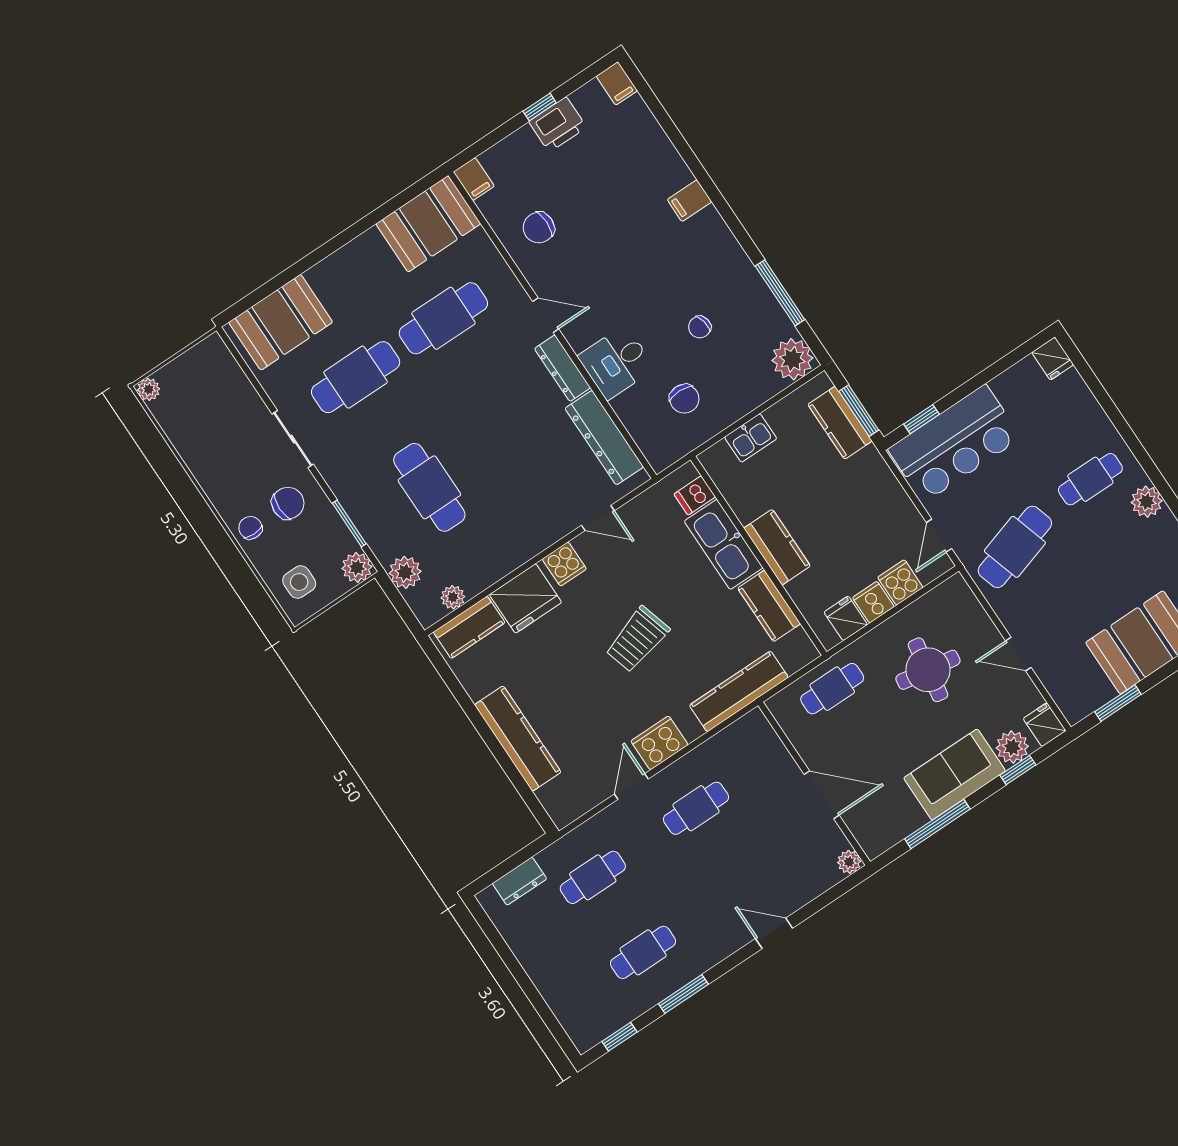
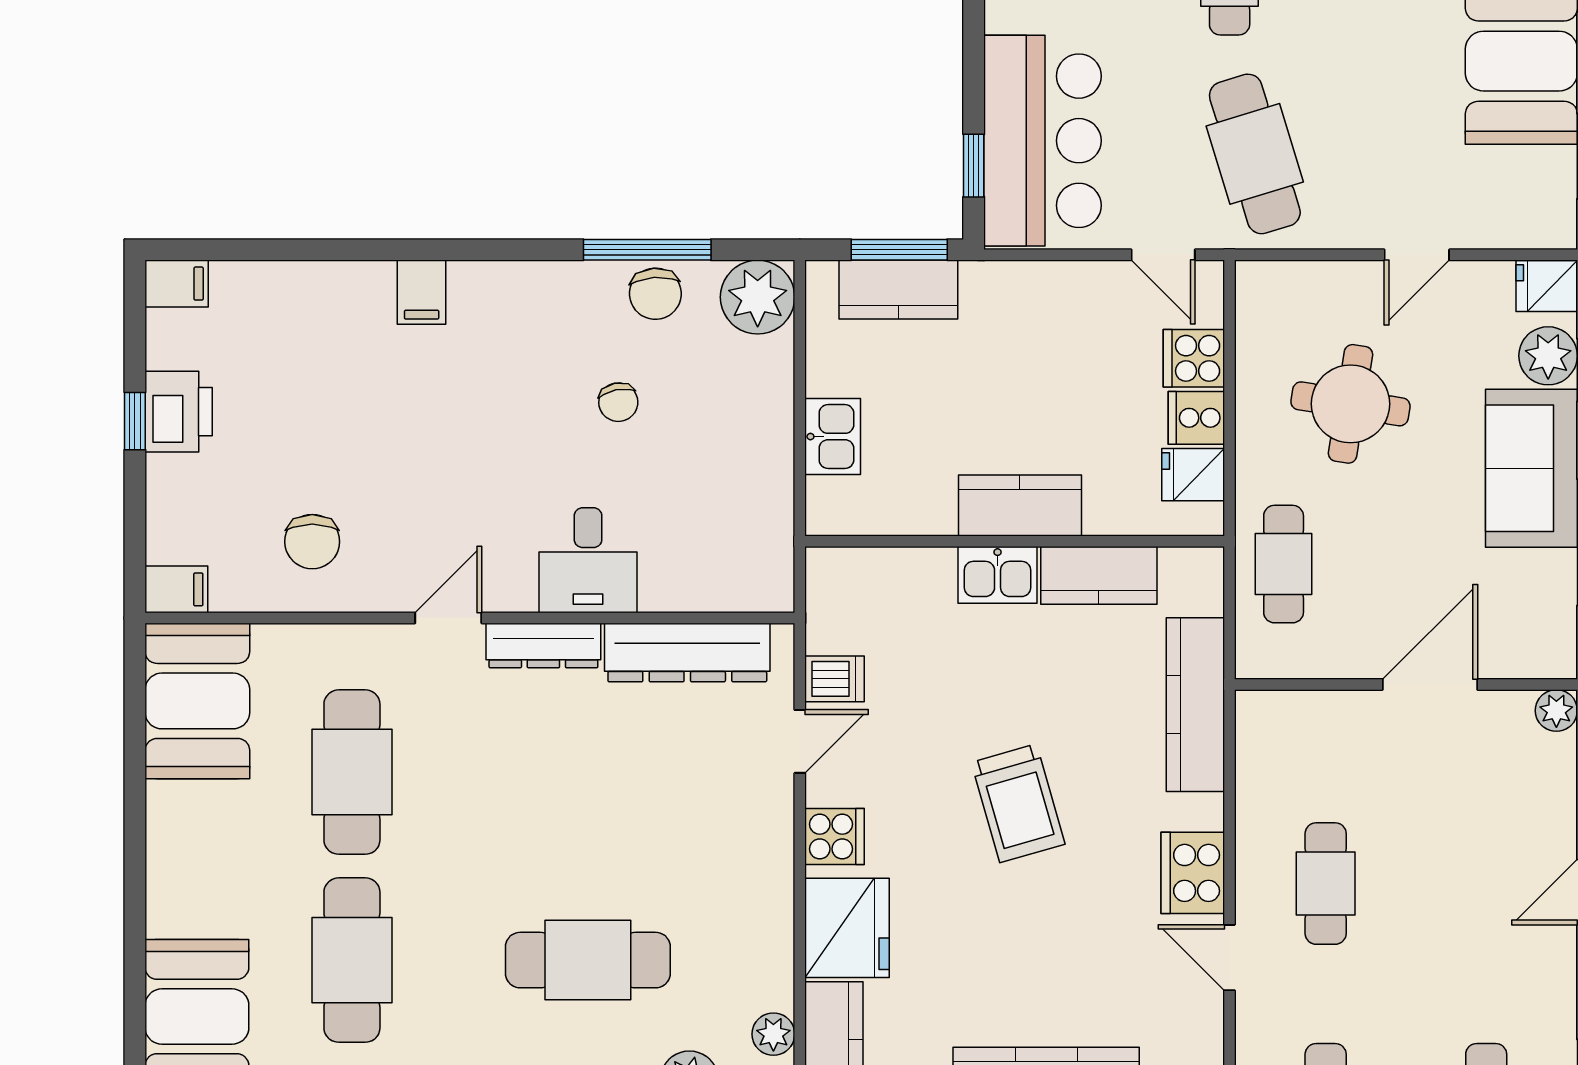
chair: (684, 399) -> (655, 294), moved, turned 85
dishwasher: (695, 495) -> (835, 679), moved, turned -90
kitchen sink: (724, 544) -> (998, 575), width x0.53, depth x0.81

